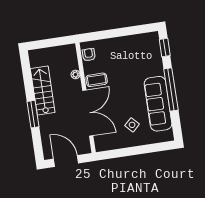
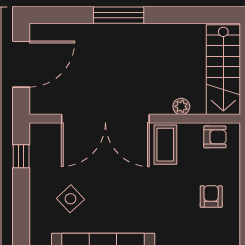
armchair: (120, 52) -> (211, 196), added
stairs: (43, 91) -> (223, 70), moved, turned 90
window: (114, 154) -> (21, 156), added

